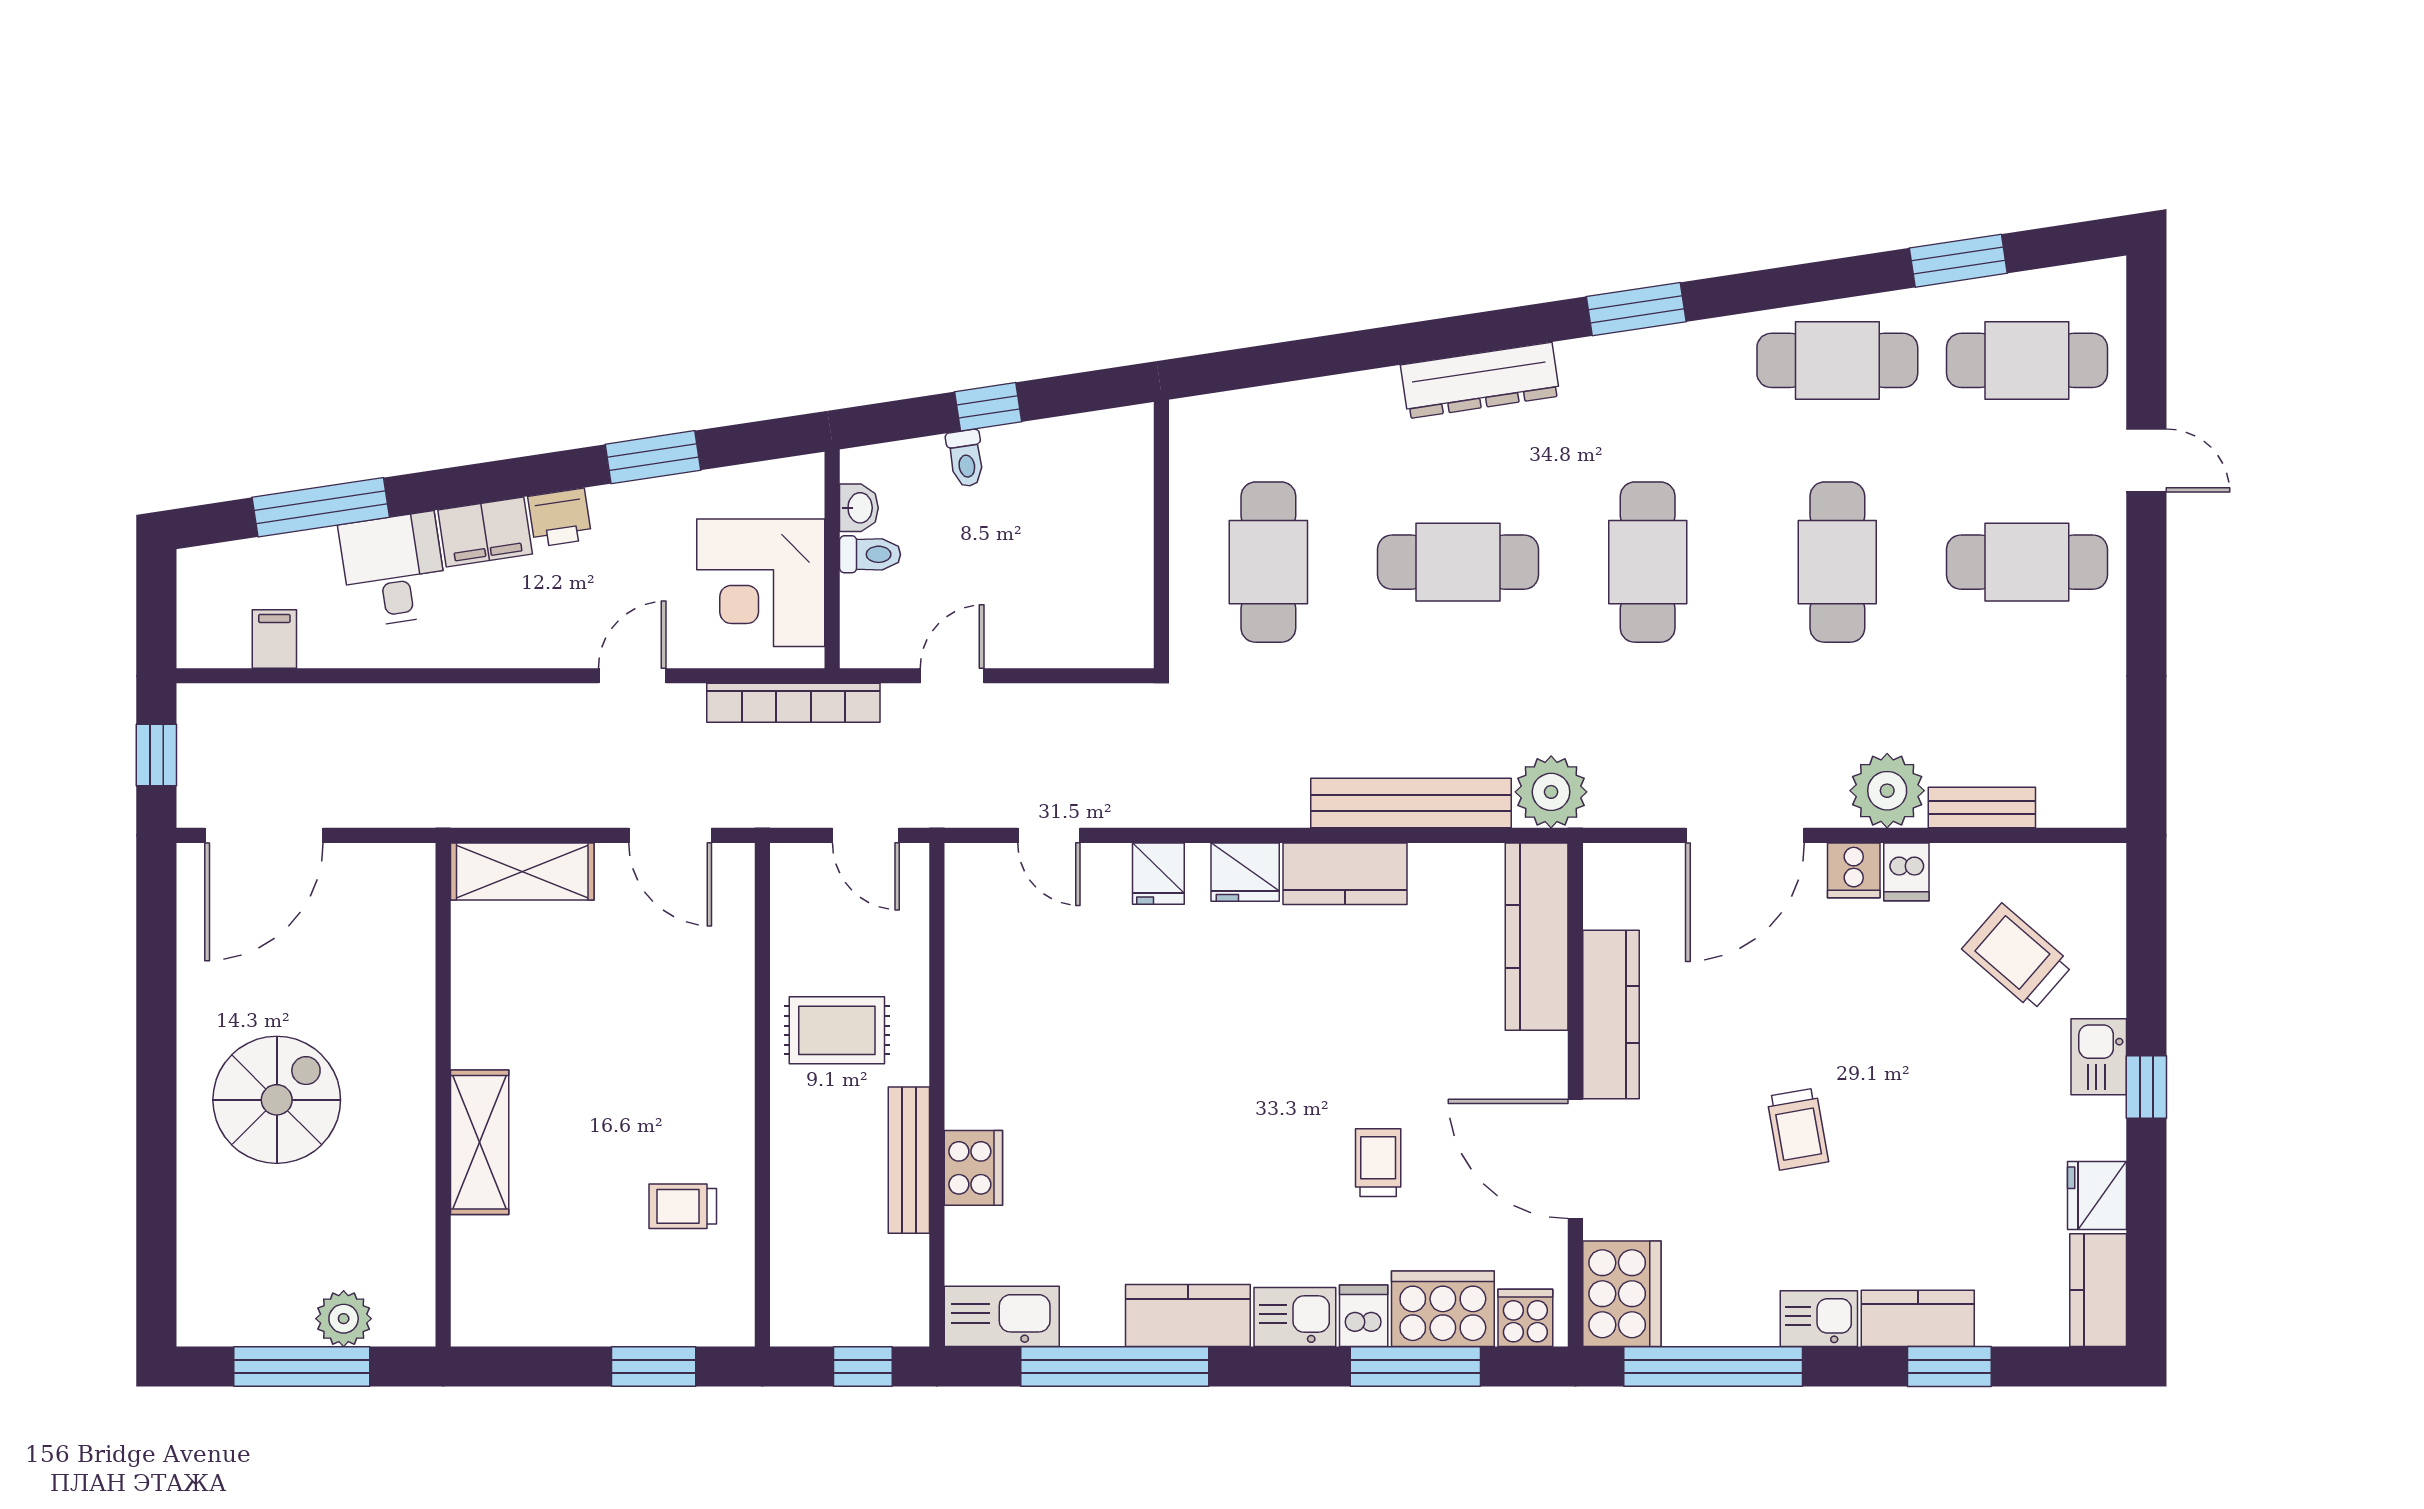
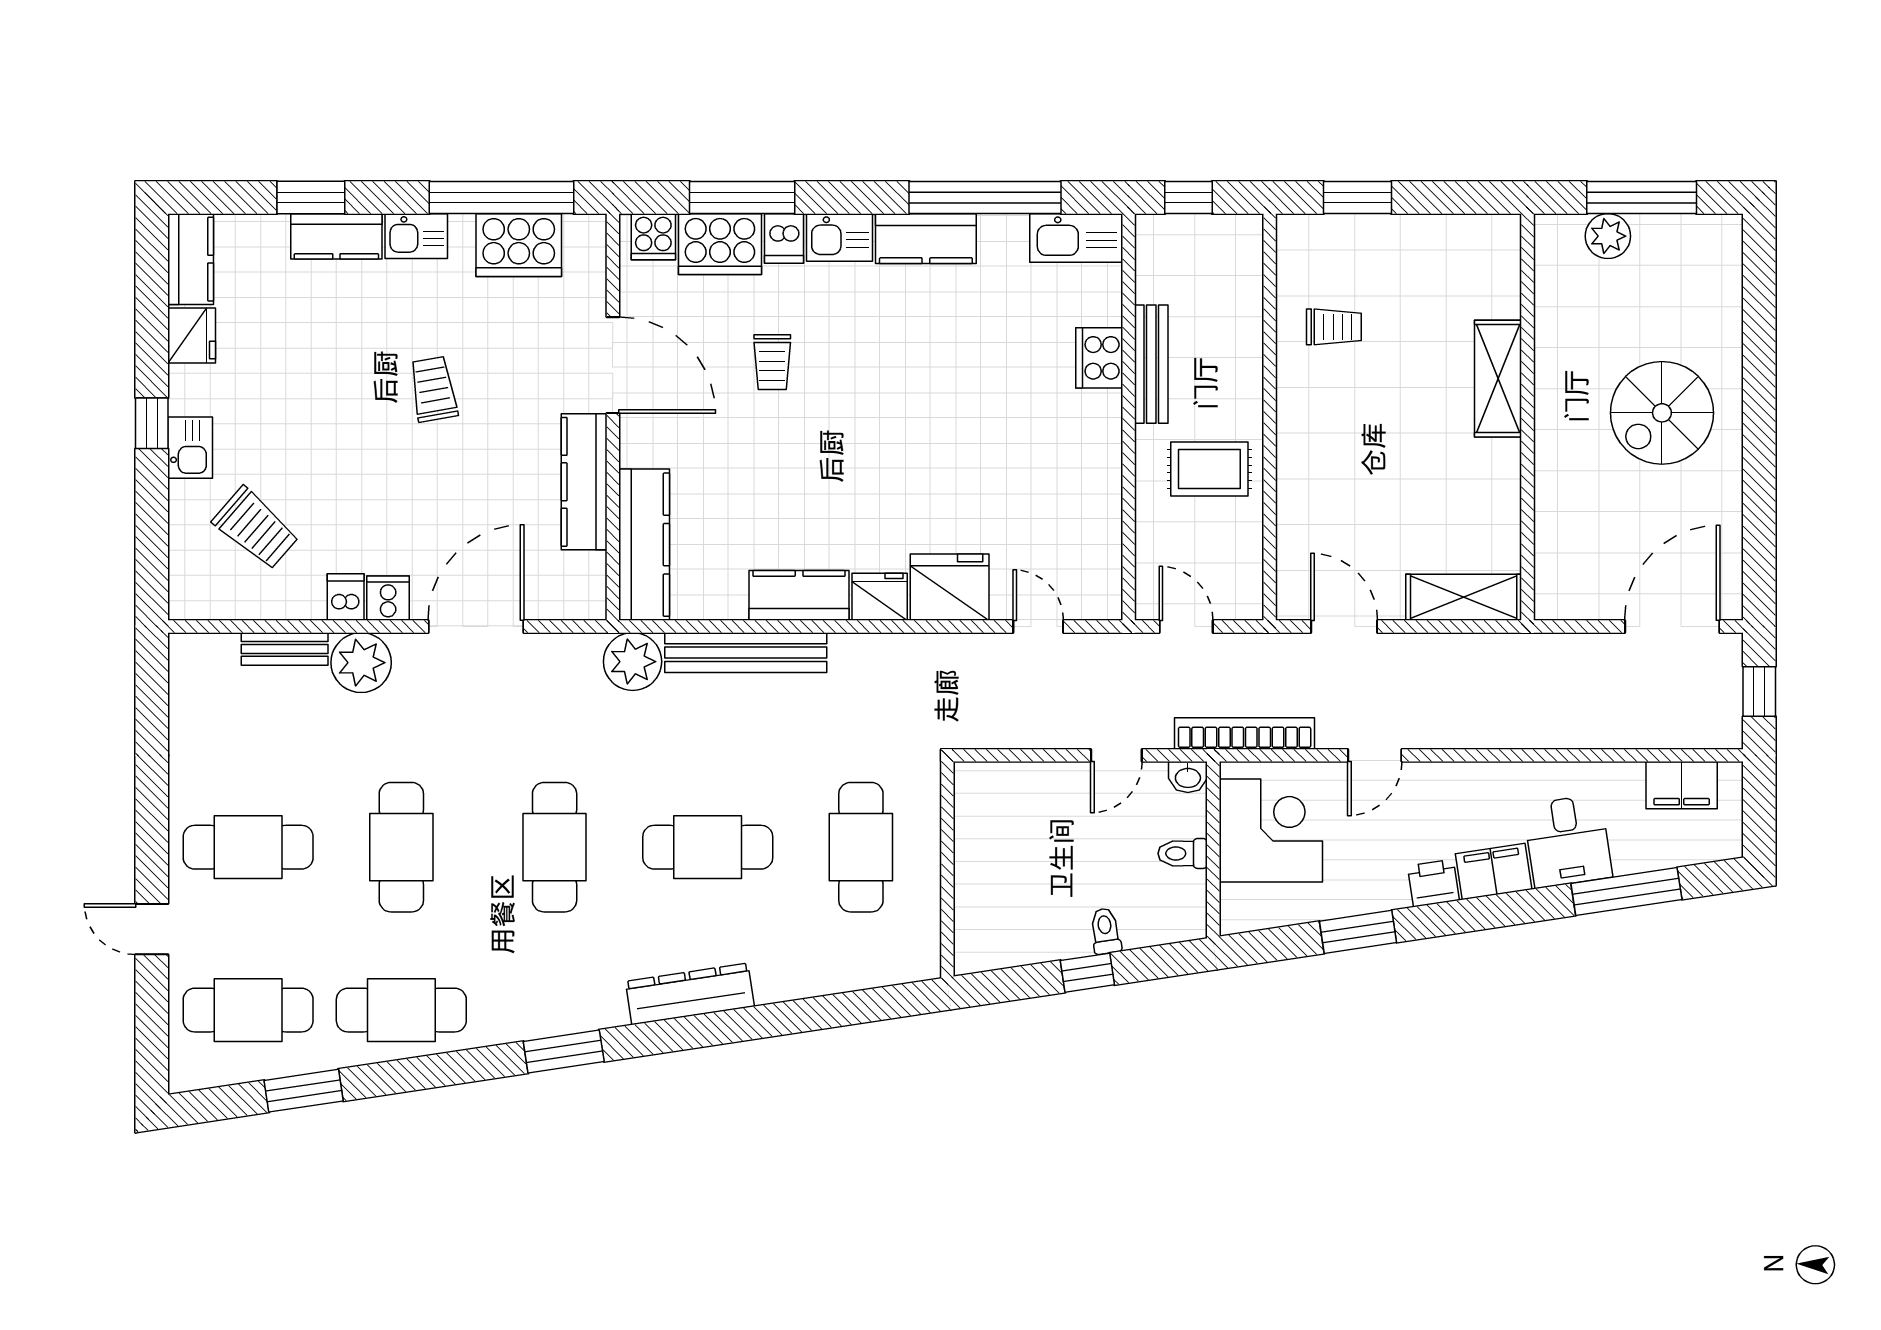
washbasin: (859, 508) -> (1188, 777), moved, turned -90
filing cabinet: (274, 639) -> (1682, 785), width x2.00
fridge: (1158, 874) -> (950, 587), width x1.88, depth x1.34
cooker: (1622, 1294) -> (519, 245), moved, turned -90

